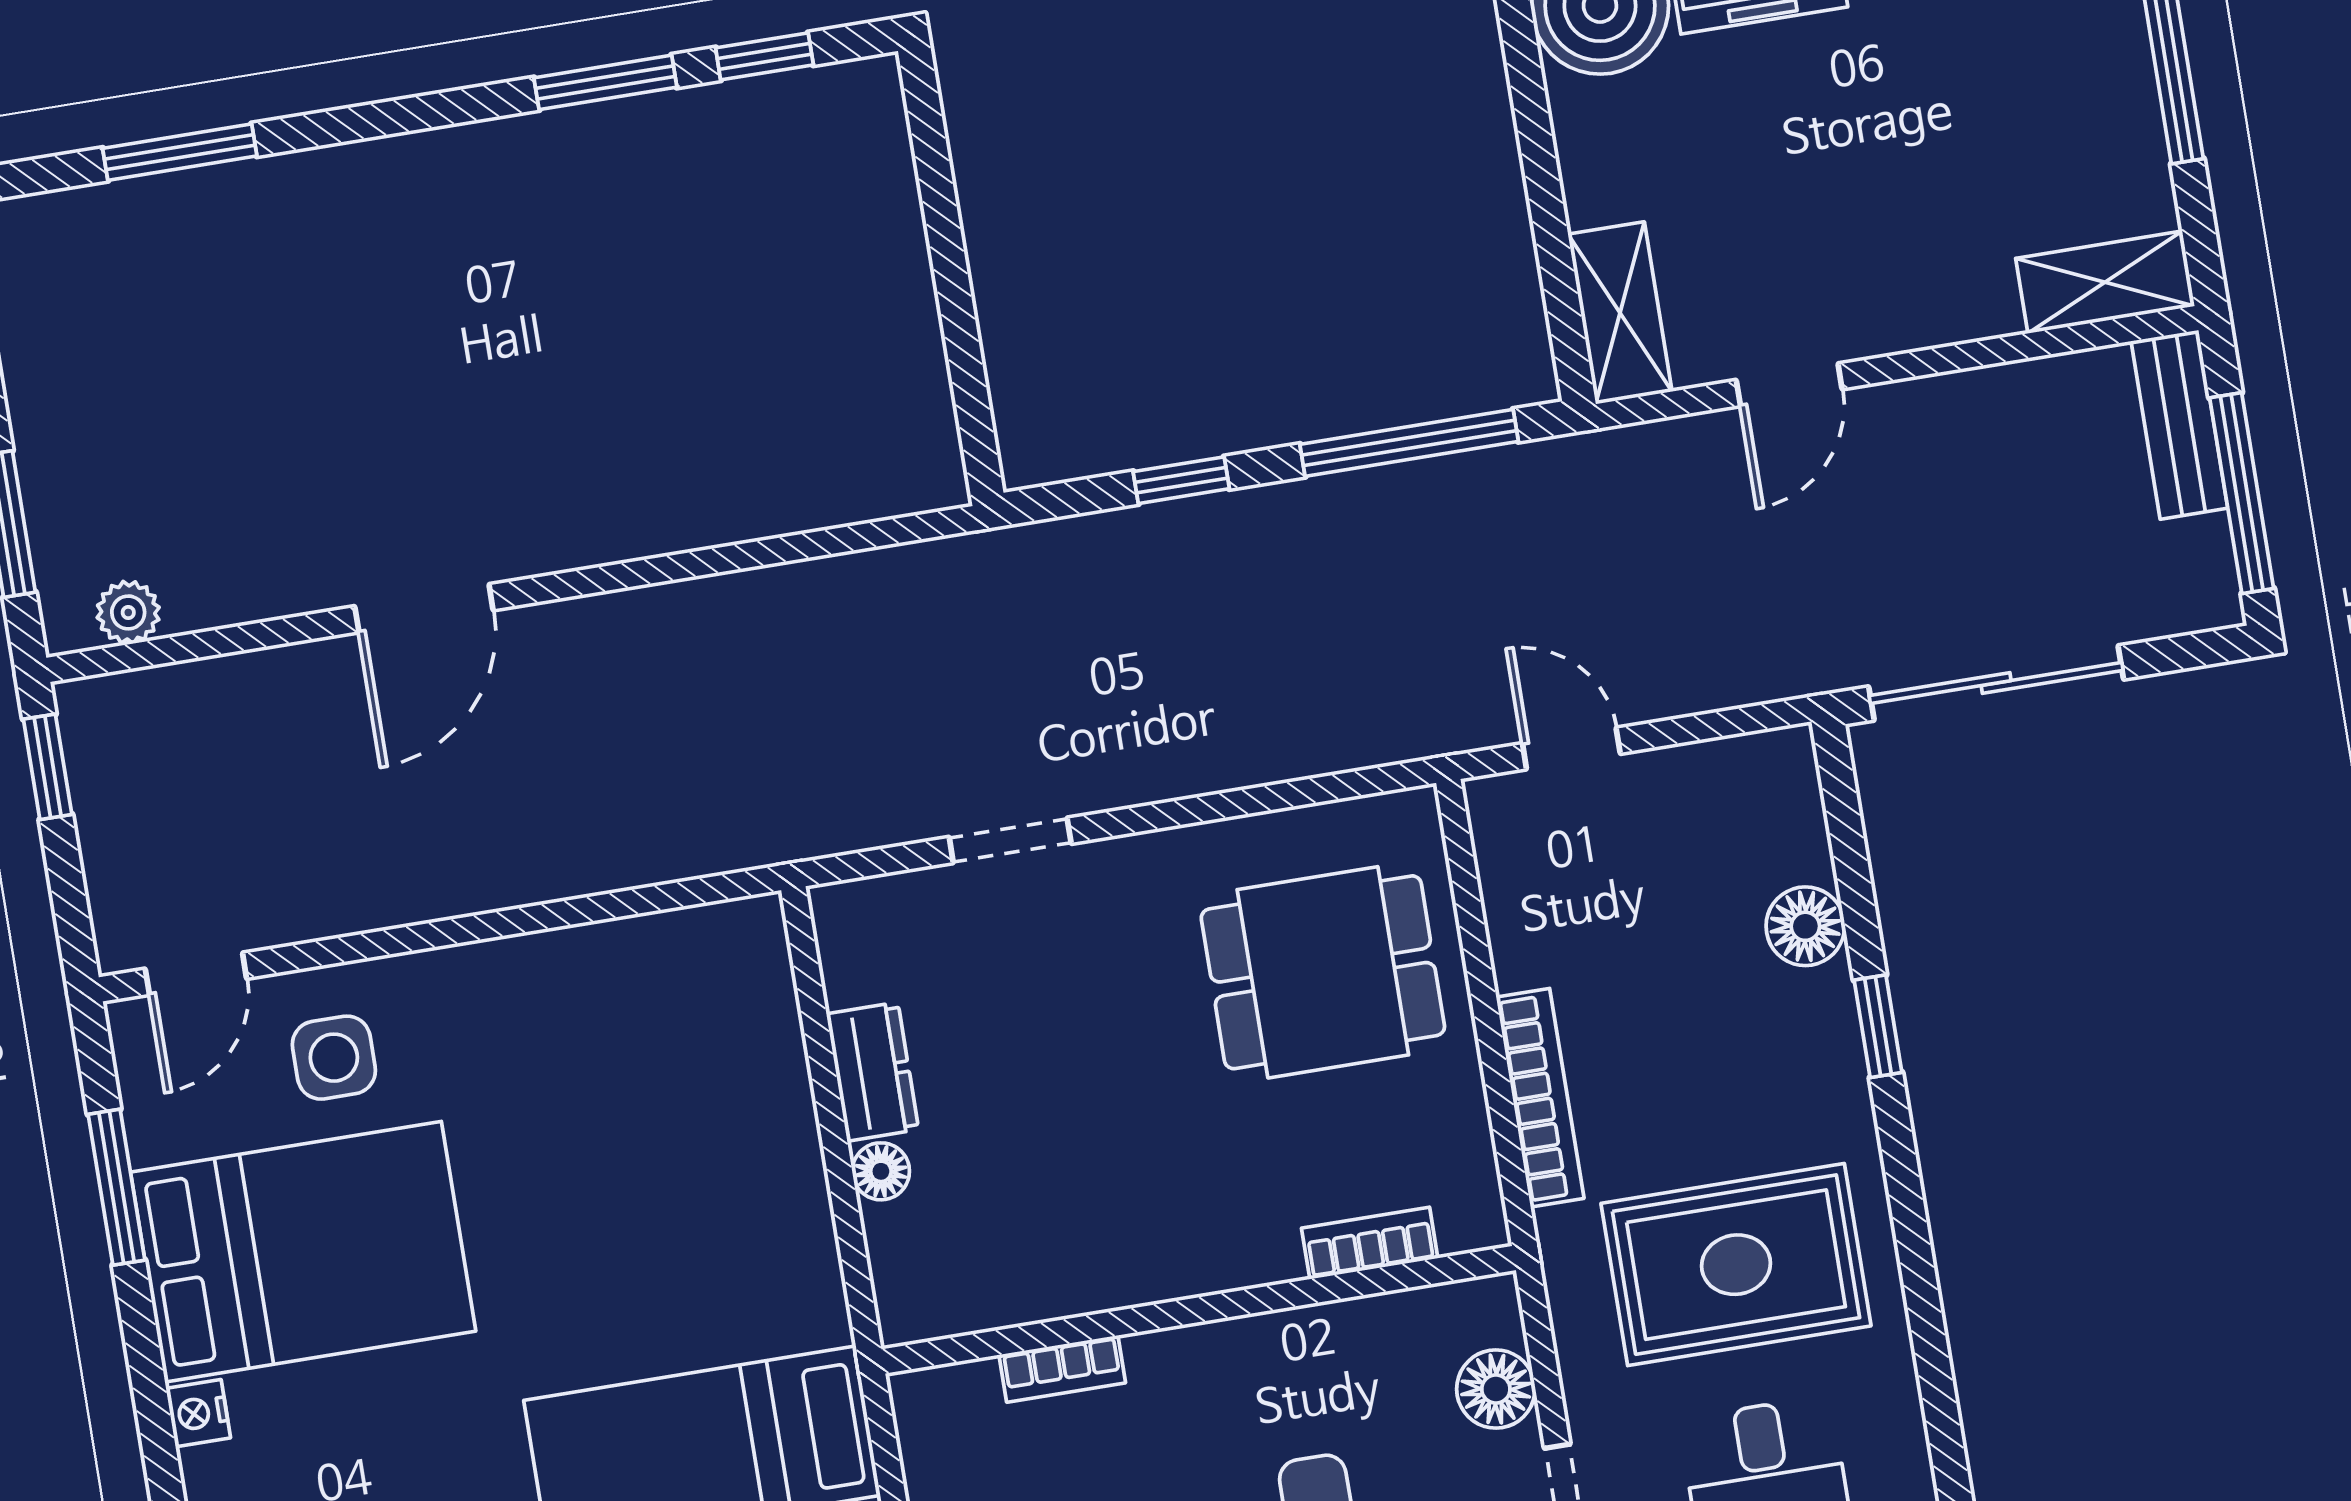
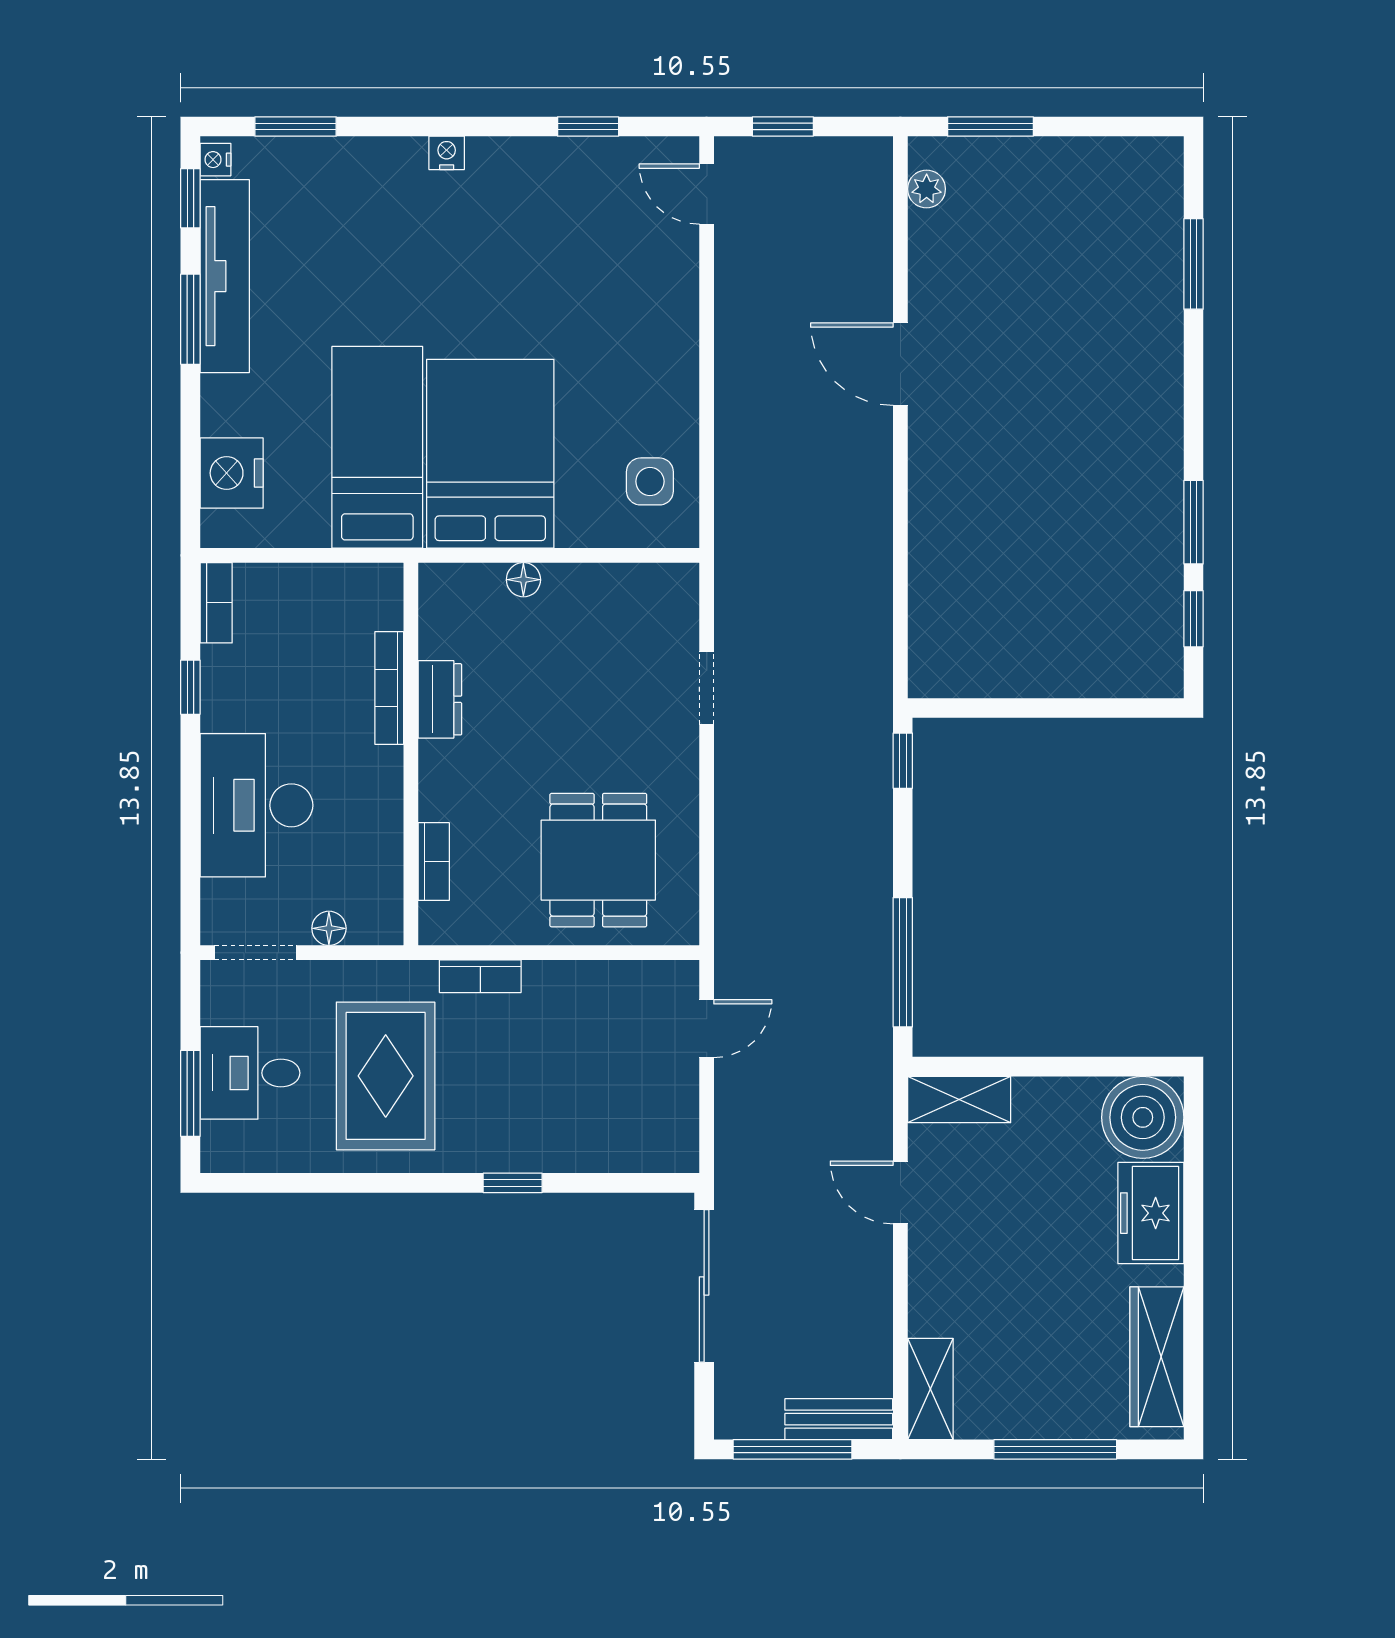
window: (1181, 480) -> (903, 761), moved
window: (48, 767) -> (783, 126), moved
floor lamp: (1805, 926) -> (579, 1150), removed
side table: (334, 1058) -> (650, 481), moved
dresser: (873, 1072) -> (440, 699), moved, turned -90
bookcase: (1540, 1098) -> (480, 976), width x0.64
window: (117, 1187) -> (588, 126), width x0.67
bed: (303, 1252) -> (490, 454), moved, turned 180
bookcase: (1062, 1369) -> (389, 688), width x1.56
floor lamp: (1496, 1389) -> (329, 928), width x0.73, depth x0.73

